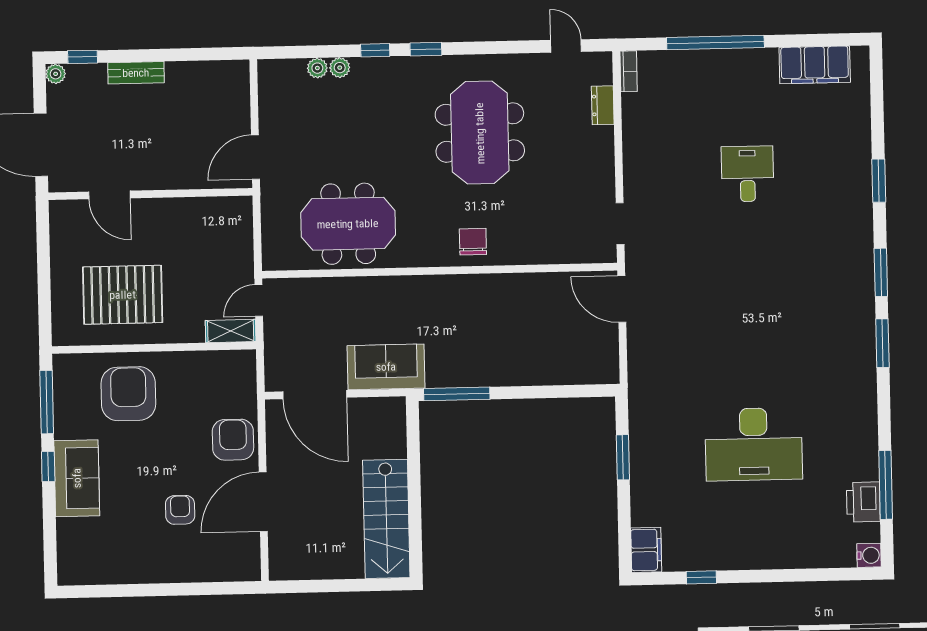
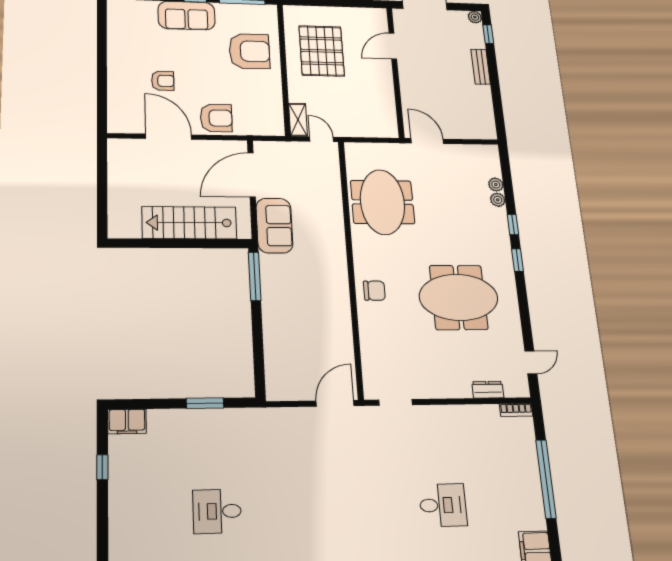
desk: (754, 444) -> (217, 511), width x0.53, depth x0.77
stairs: (386, 519) -> (189, 223), moved

